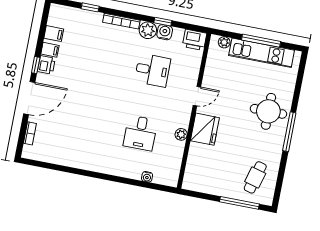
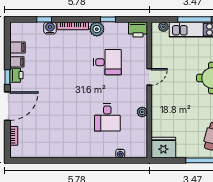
water cooler: (165, 32) -> (50, 28), moved
fridge: (205, 129) -> (163, 147), moved, turned -90

